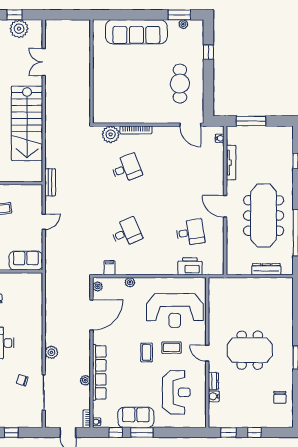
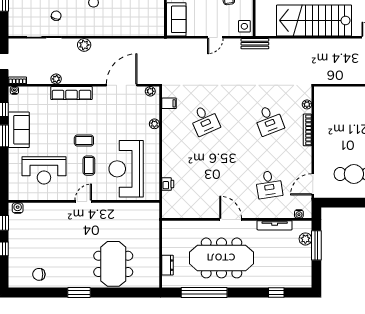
plant: (245, 132) -> (305, 239), added
plant: (111, 134) -> (307, 104), width x0.53, depth x0.53
side table: (33, 193) -> (244, 26), added
door: (225, 206) -> (231, 219), hinge flipped
door: (44, 222) -> (215, 37), hinge flipped
desk: (190, 232) -> (269, 184), moved
printer: (190, 266) -> (168, 184), width x0.53, depth x0.68
dresser: (266, 269) -> (167, 265), width x0.70
door: (91, 315) -> (122, 85), swing flipped
meeting table: (250, 350) -> (113, 264), moved
row of seats: (99, 372) -> (71, 93), width x0.73
dresser: (213, 381) -> (55, 208), removed
water cooler: (214, 396) -> (18, 208), moved

